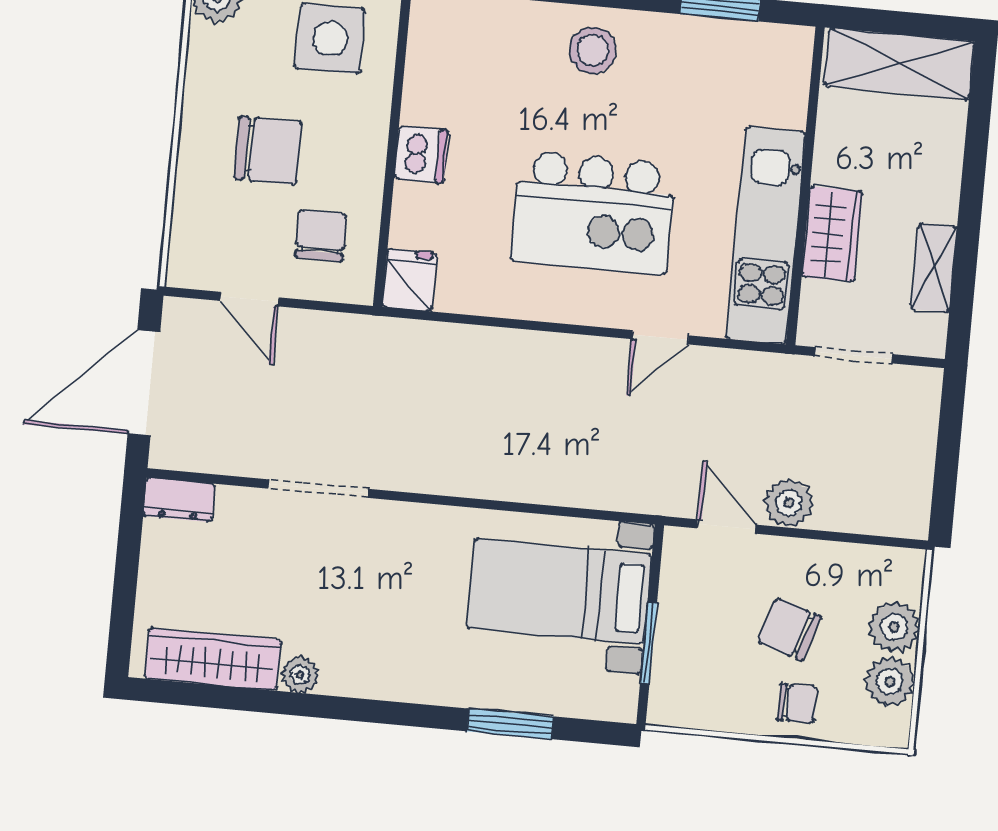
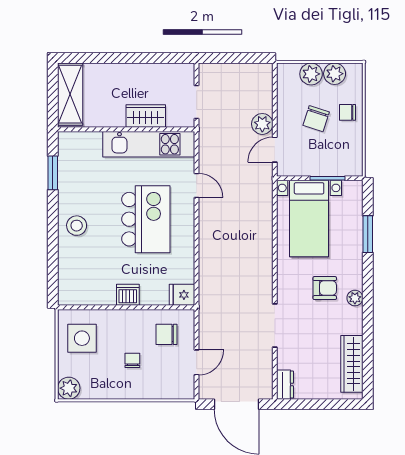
chair: (268, 151) -> (132, 360), width x0.54, depth x0.54
shelving: (934, 268) -> (156, 71), removed
armchair: (394, 613) -> (325, 288), added
plant: (300, 675) -> (355, 298), moved
chair: (797, 703) -> (348, 112), turned -90

